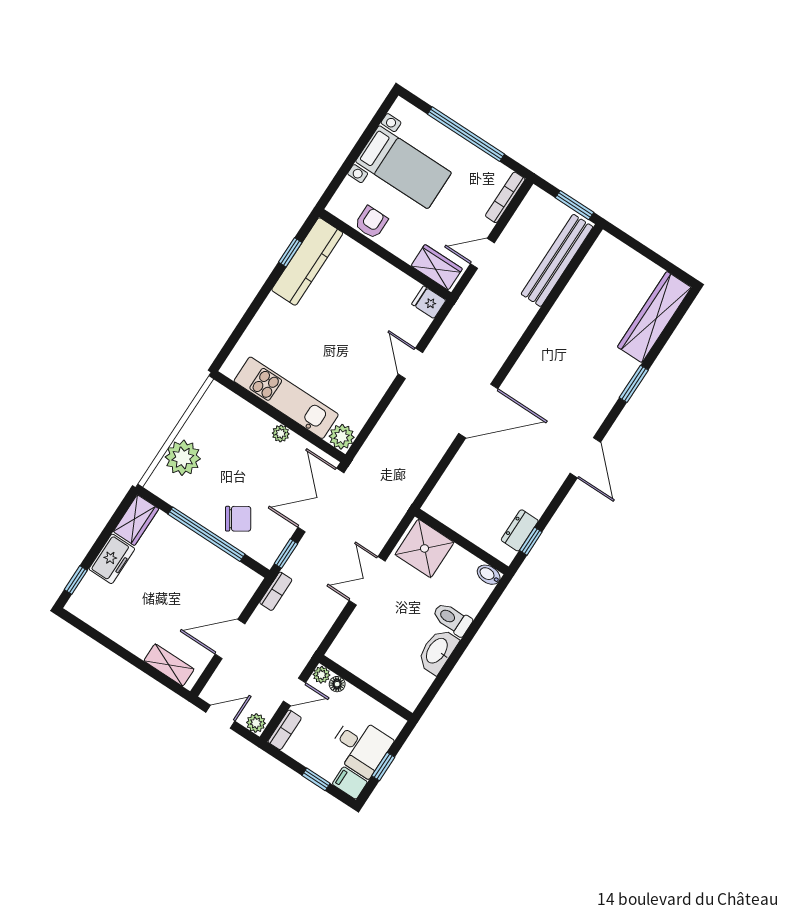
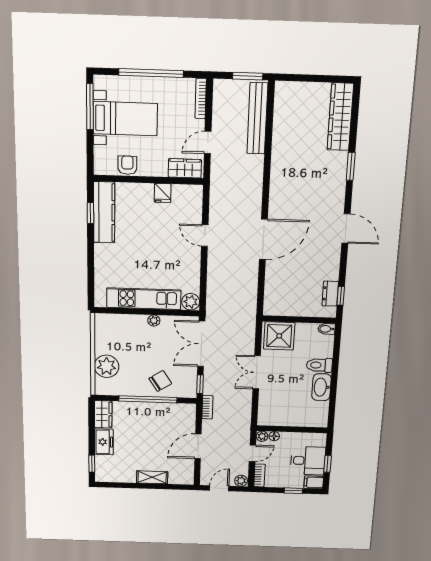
window: (371, 129) -> (90, 107), added
fridge: (429, 302) -> (163, 193), moved, turned -90
shelving: (169, 665) -> (152, 477), moved

